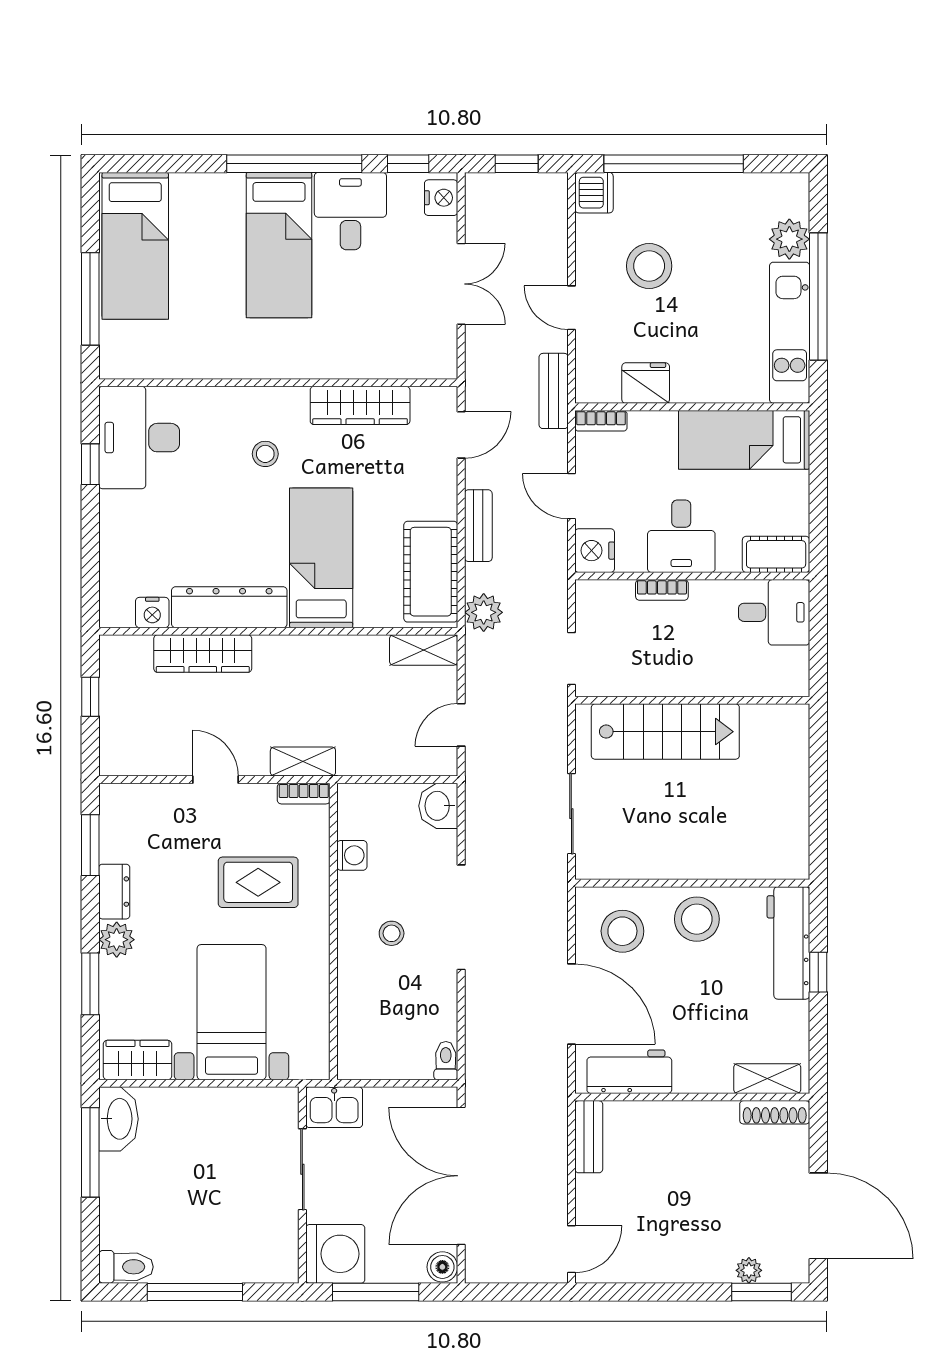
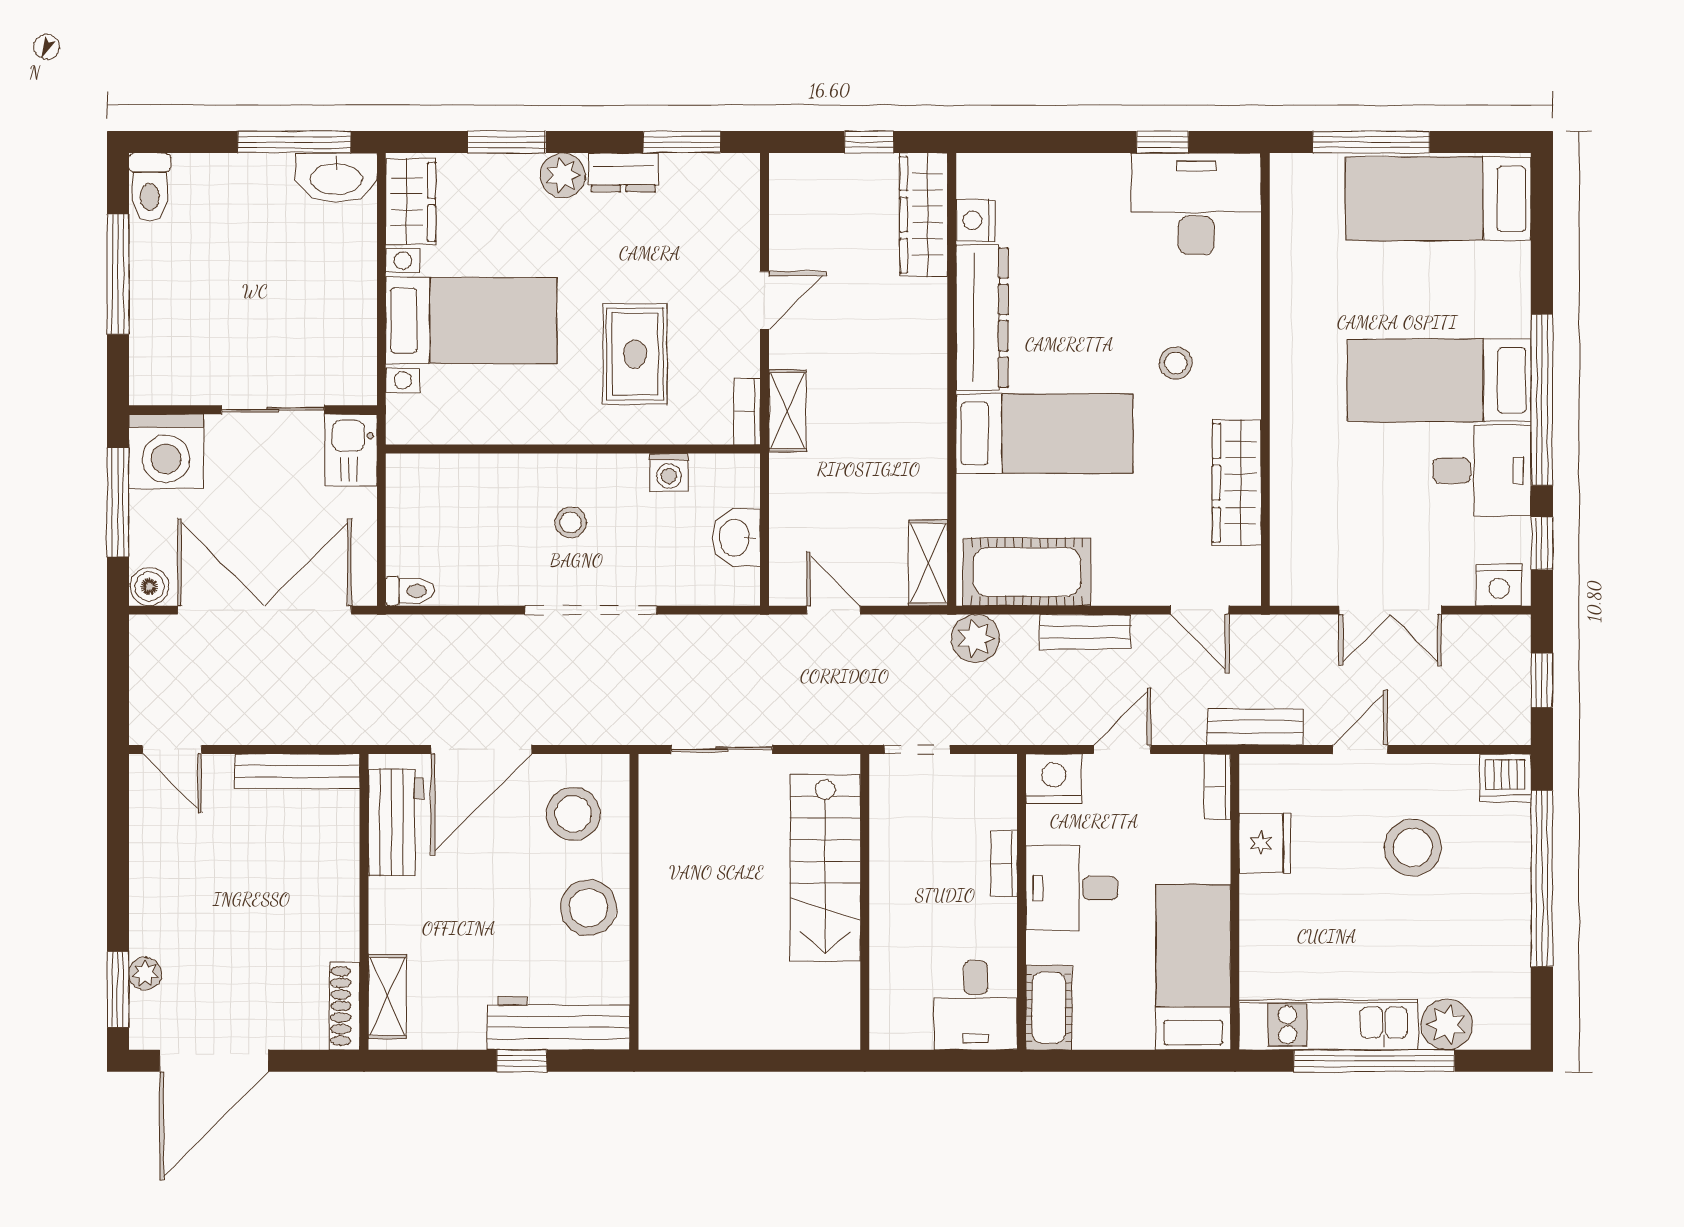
wardrobe: (203, 654) -> (924, 215), moved
washbasin: (438, 806) -> (736, 538), moved, turned -90
bench: (589, 1137) -> (297, 771), width x1.36

